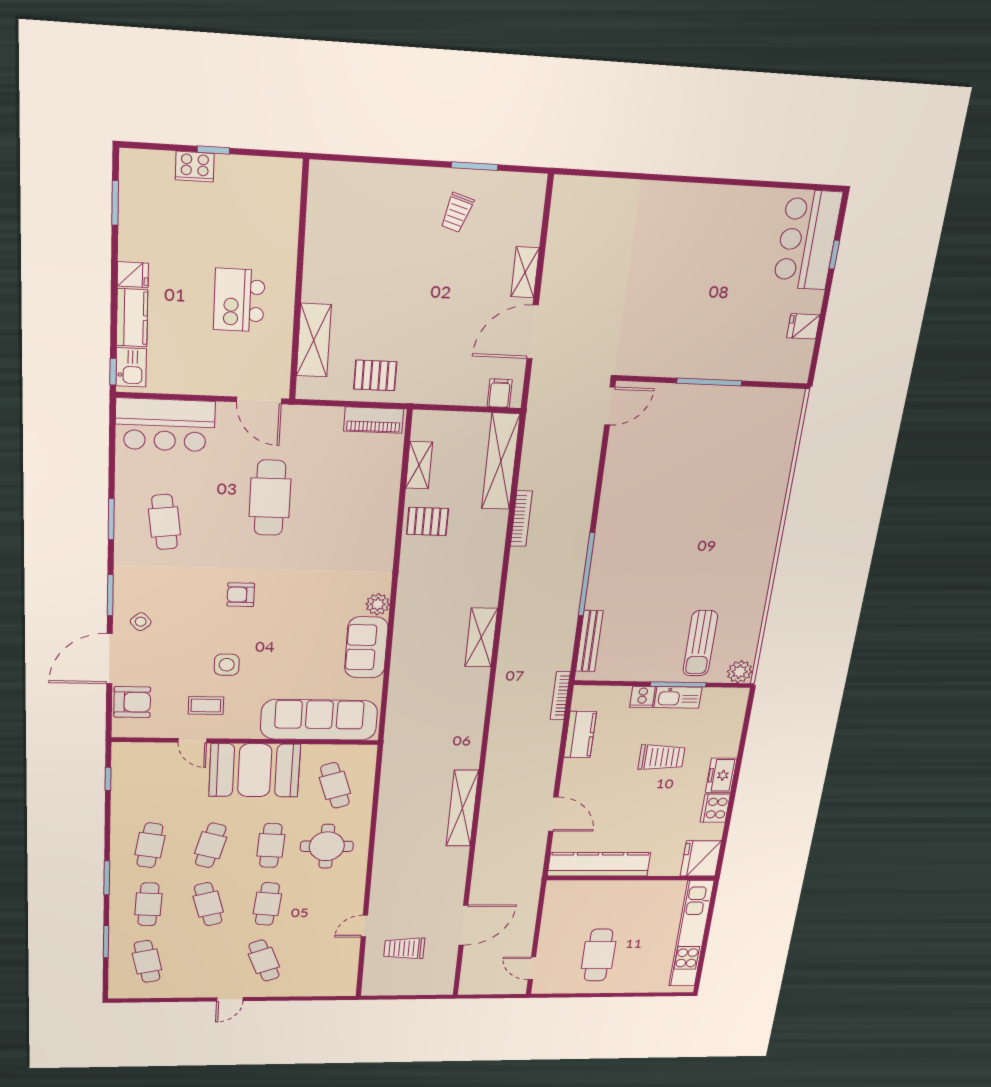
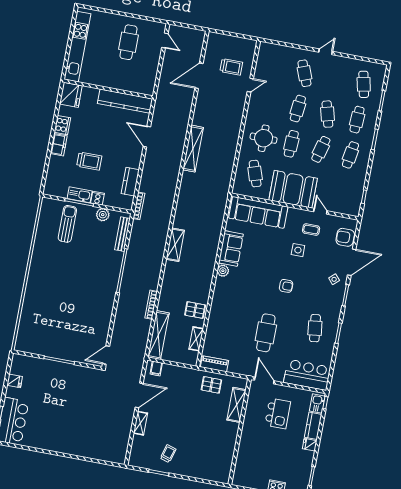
kitchen island: (239, 300) -> (278, 413), moved
plant: (740, 672) -> (103, 215), moved
trolley: (662, 757) -> (89, 161), turned 180

